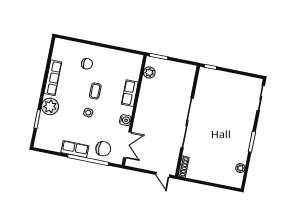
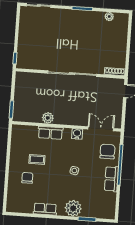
plant: (149, 73) -> (48, 118), moved
row of seats: (53, 78) -> (45, 209), width x0.68
coffee table: (95, 91) -> (37, 159), moved

